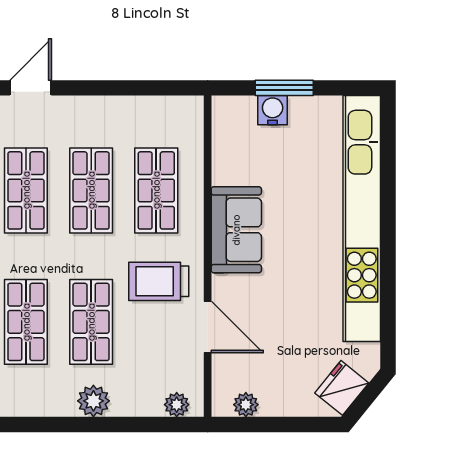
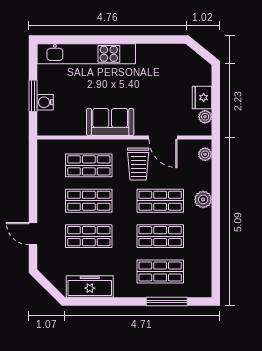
kitchen unit: (362, 219) -> (86, 54), width x0.73
door: (208, 327) -> (163, 138), swing flipped
fridge: (342, 388) -> (202, 98), moved, turned 51

